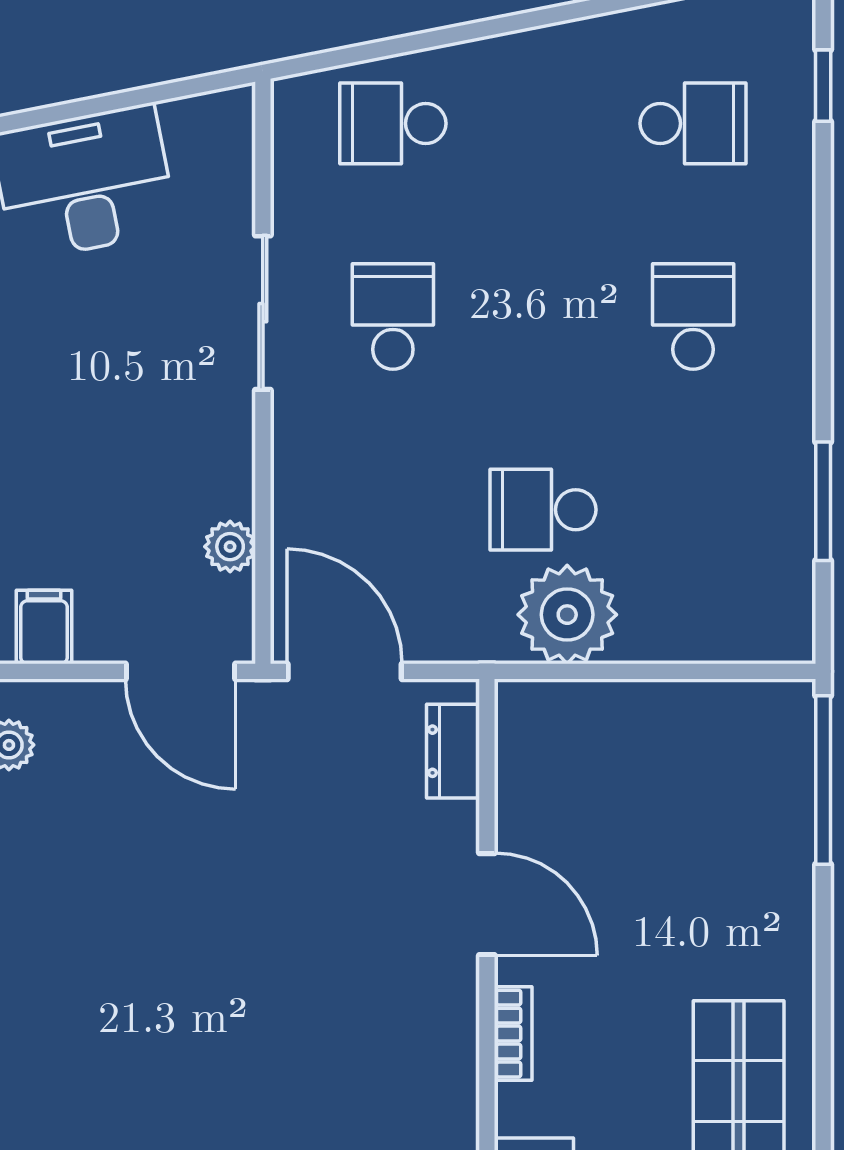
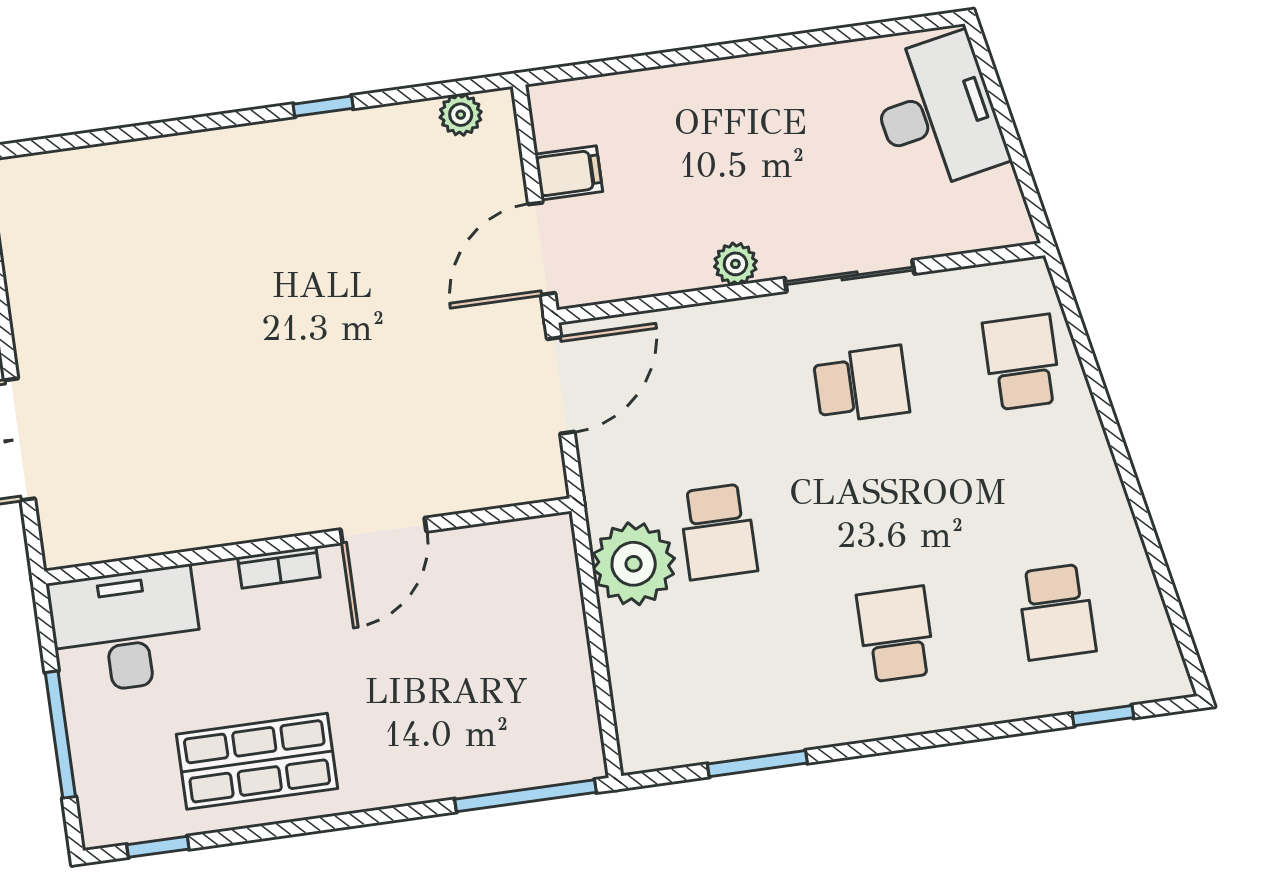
school desk: (693, 317) -> (896, 634), turned -90
school desk: (543, 510) -> (718, 532), turned 180
plant: (230, 547) -> (735, 264), moved
filing cabinet: (44, 627) -> (569, 173), moved
dresser: (453, 751) -> (507, 485), removed

